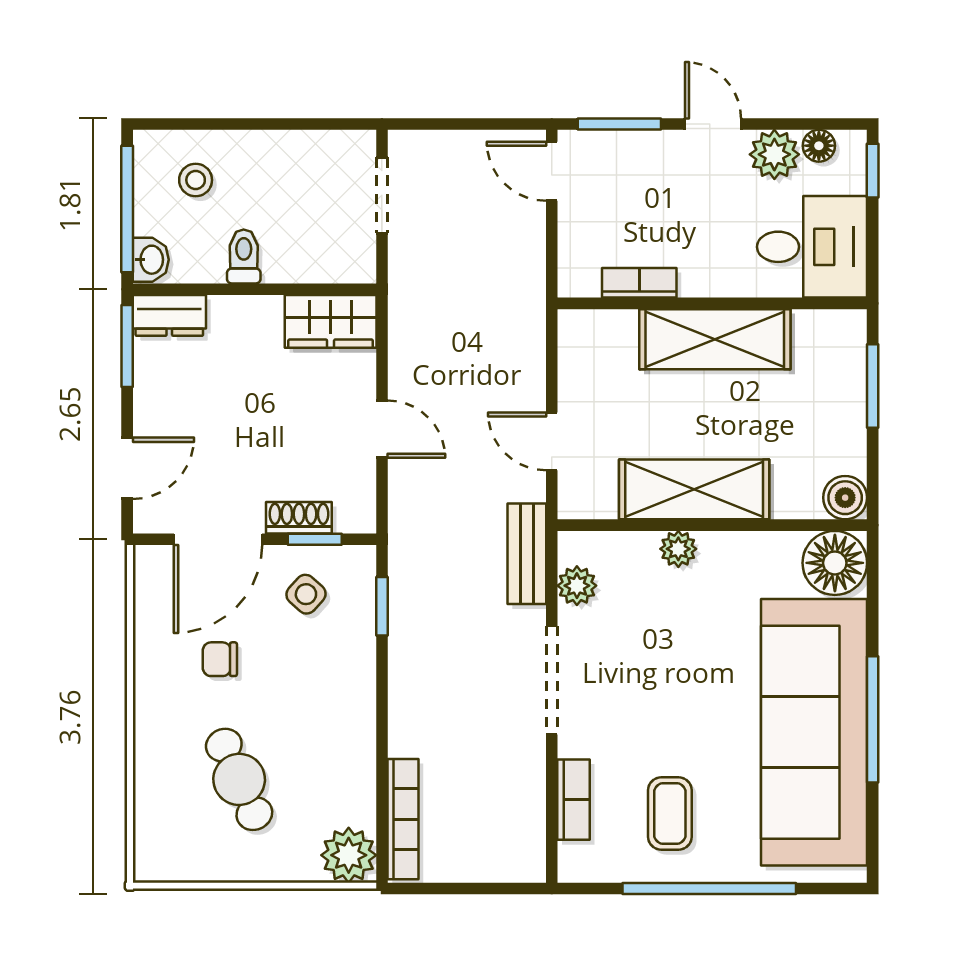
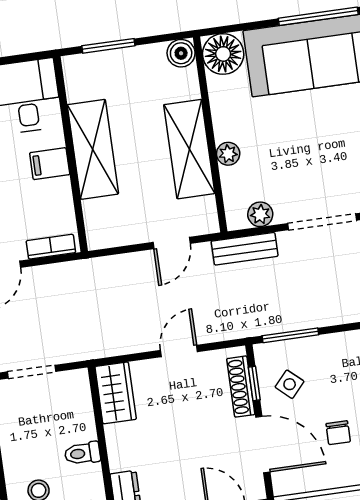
filing cabinet: (702, 269) -> (50, 164), added
bookcase: (639, 283) -> (51, 247), moved, turned 90
shoe rack: (299, 518) -> (241, 387), width x1.43
window: (382, 606) -> (290, 335), width x1.50

